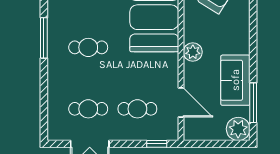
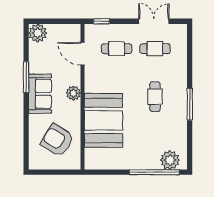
cafe table: (88, 47) -> (155, 97), turned 90
sofa: (235, 80) -> (40, 94), moved
window: (253, 103) -> (26, 77), moved

